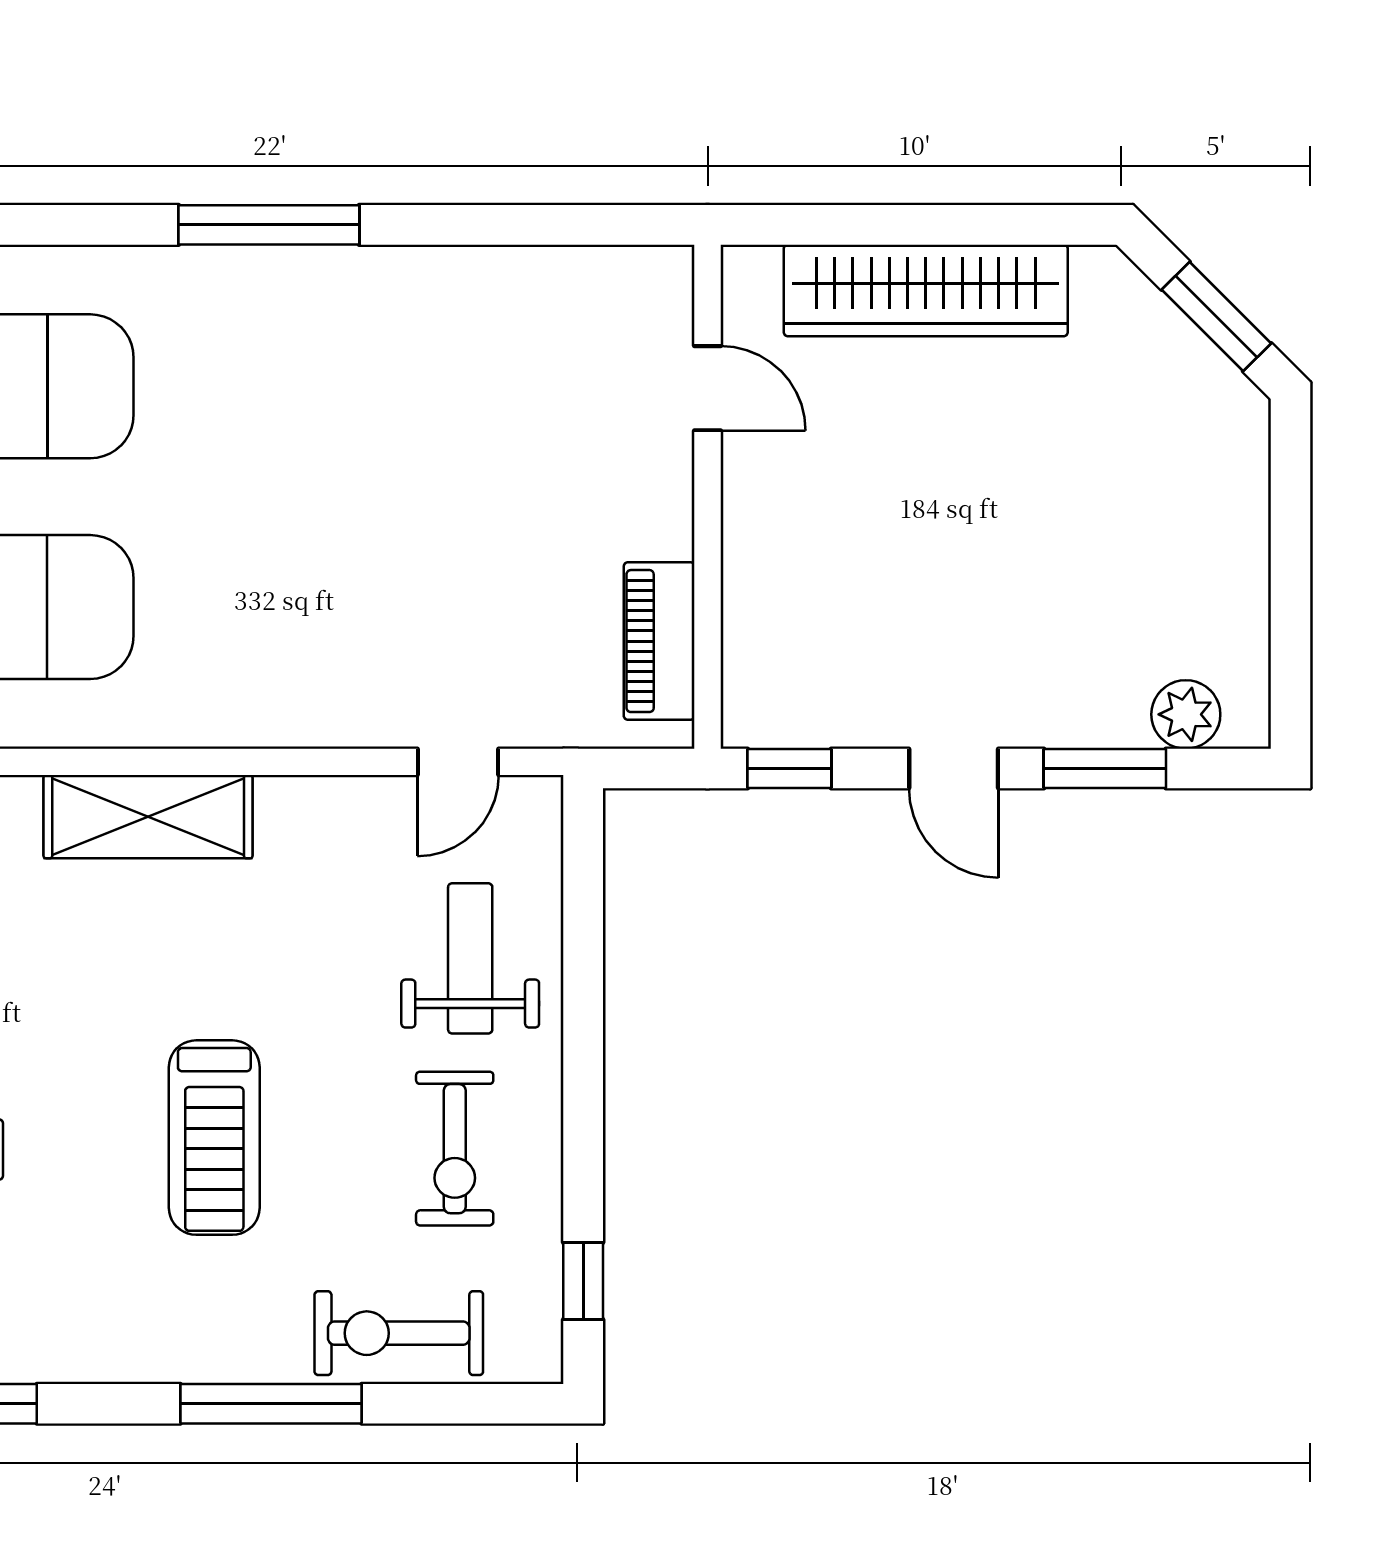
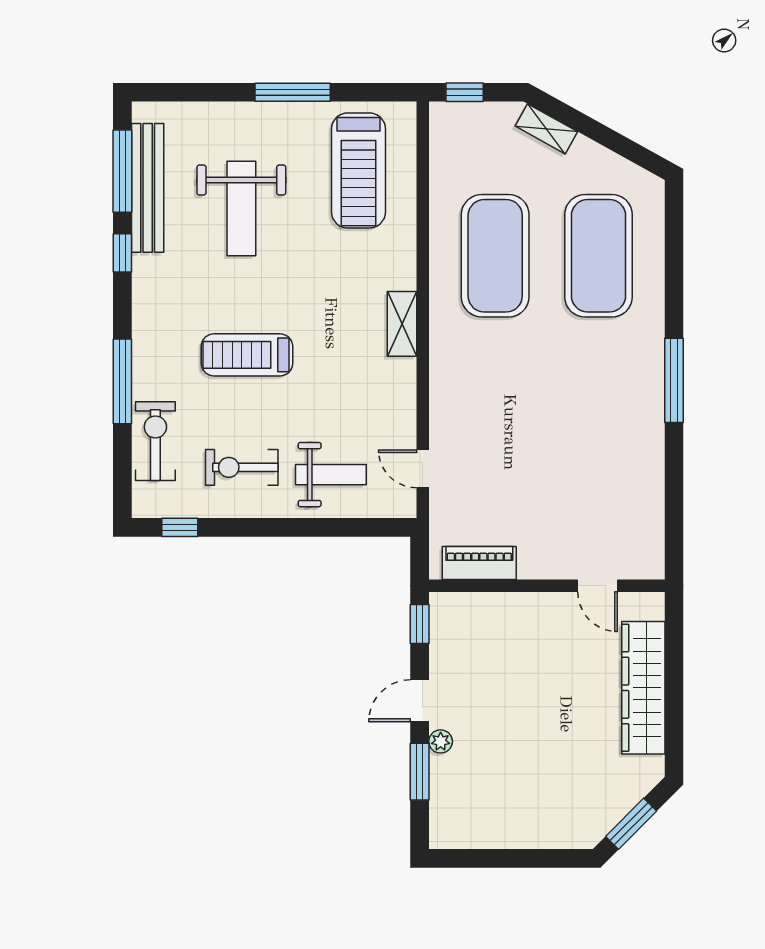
door: (708, 388) -> (598, 586), hinge flipped
plant: (1186, 714) -> (441, 741), moved, width x0.73, depth x0.73
shelving: (148, 817) -> (402, 324), width x0.67, depth x0.75

